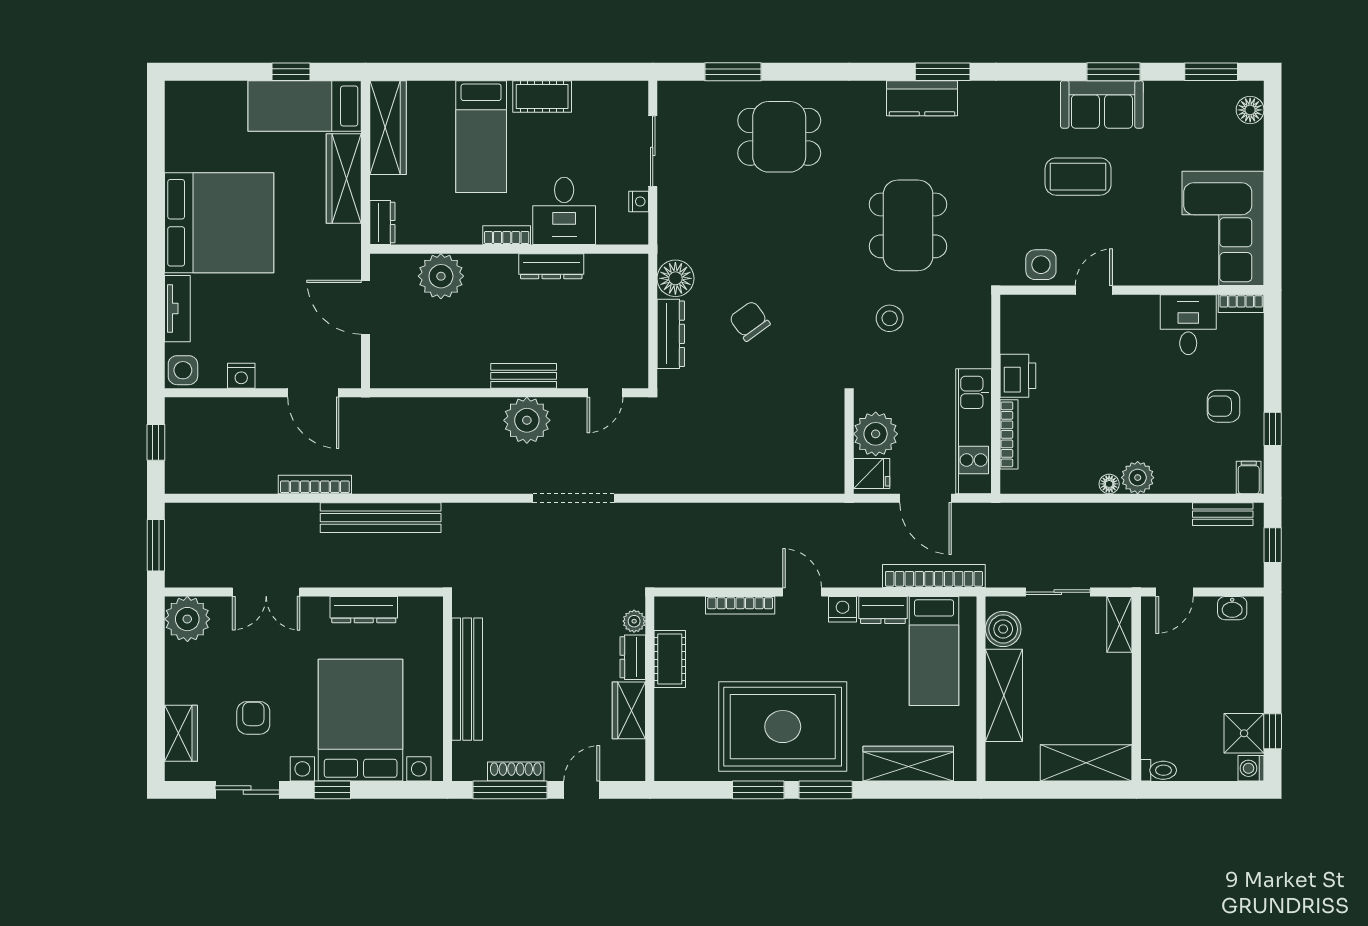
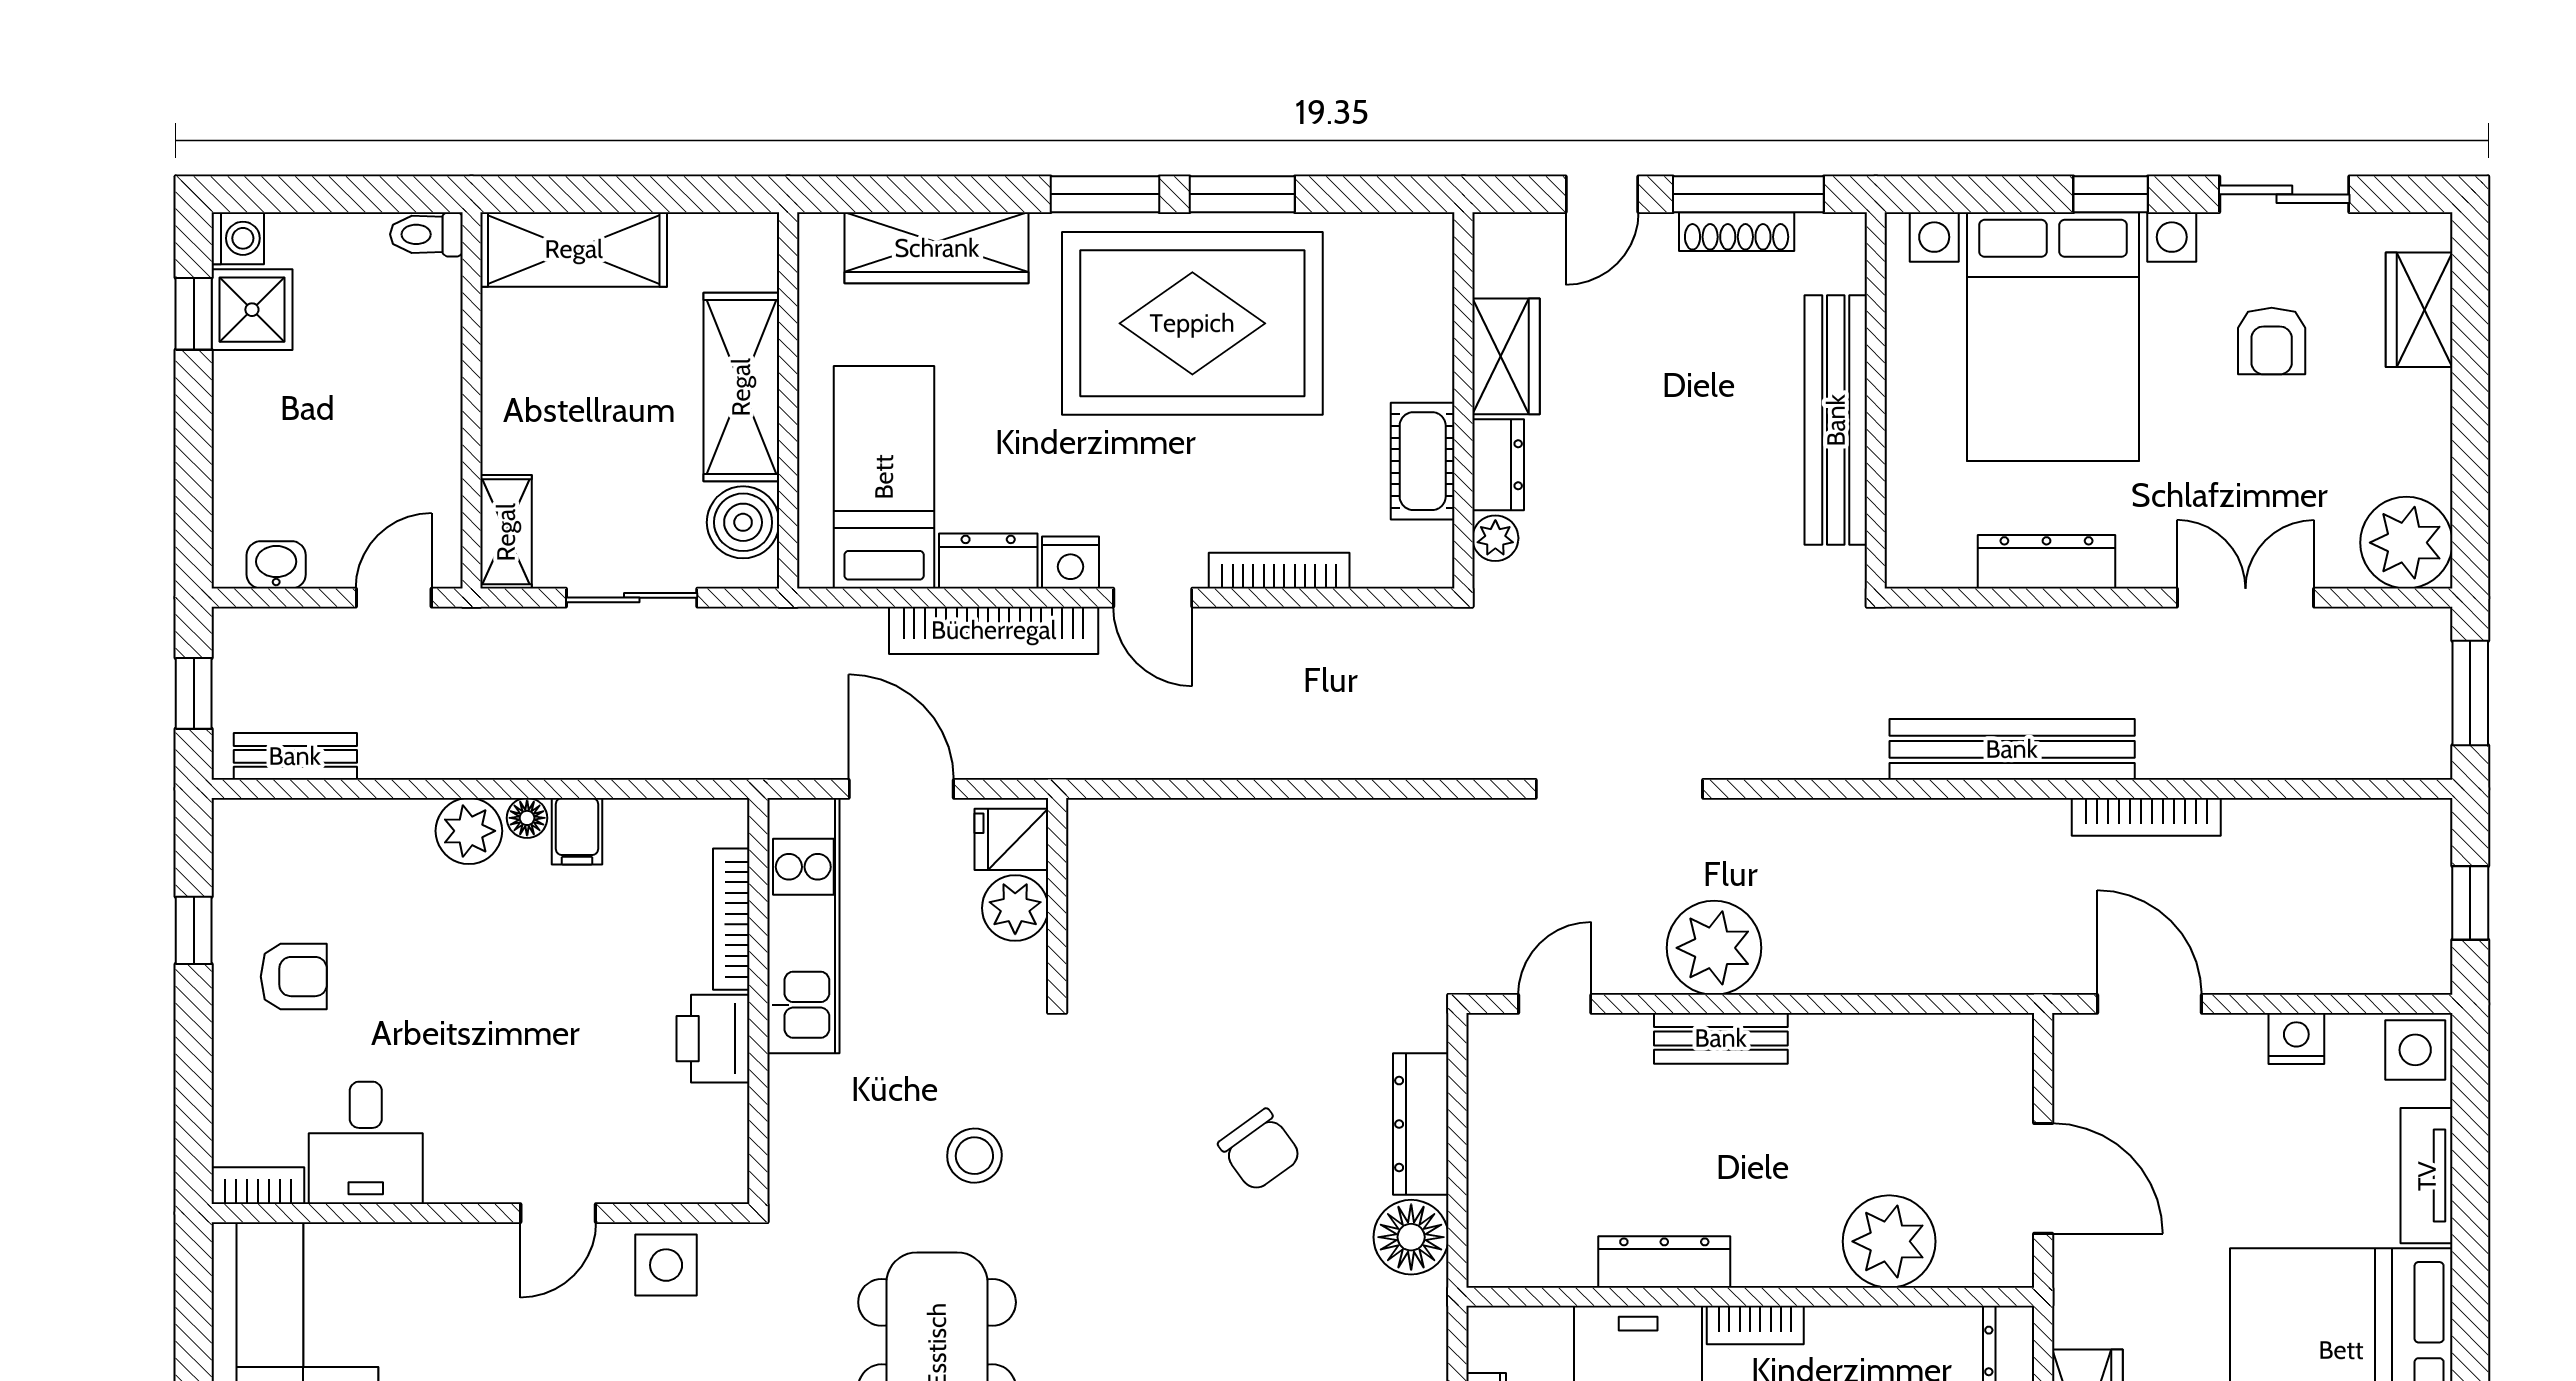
plant: (876, 434) -> (1015, 908), width x0.73, depth x0.73
filing cabinet: (1249, 477) -> (577, 831), moved
bookcase: (934, 576) -> (994, 630), moved

